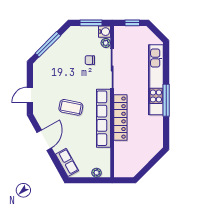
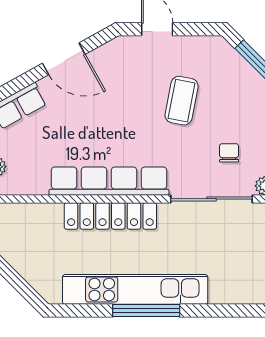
kitchen unit: (156, 80) -> (135, 289), moved
coffee table: (71, 107) -> (182, 101), moved

